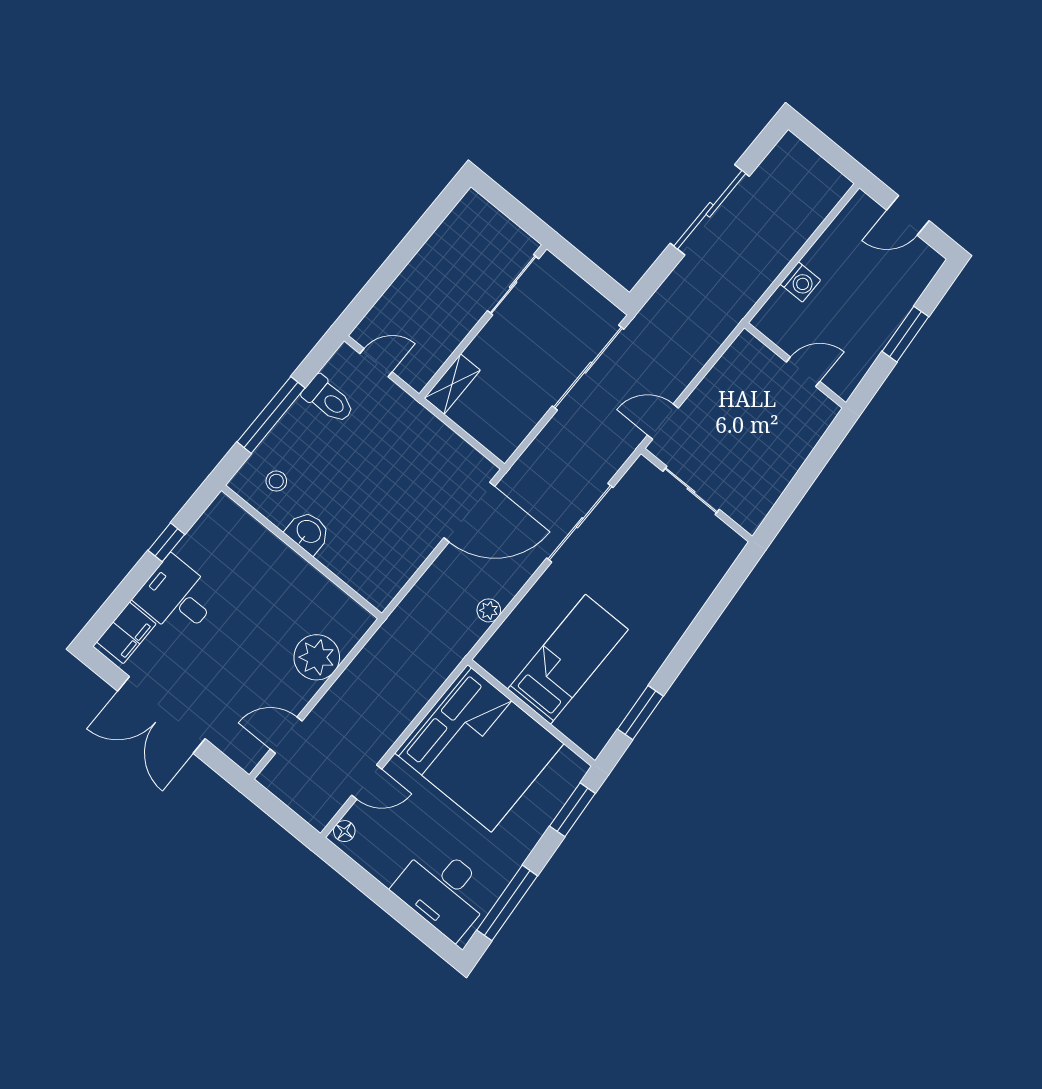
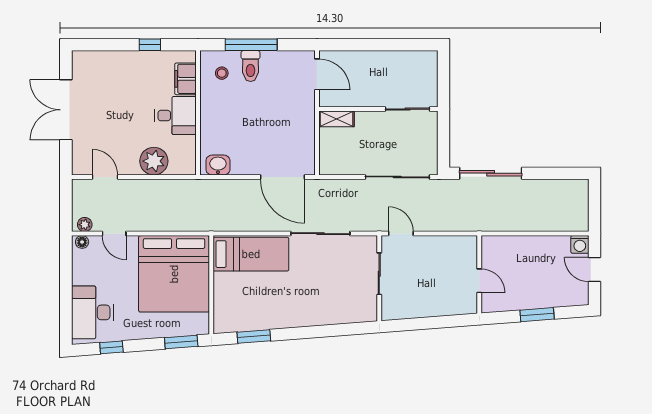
sliding door: (710, 210) -> (491, 173), moved
washing machine: (800, 282) -> (580, 244), moved
door: (376, 363) -> (317, 74), width x1.38
toilet: (329, 399) -> (251, 66), moved
washbasin: (308, 532) -> (218, 165), moved, turned -90
desk: (177, 597) -> (175, 116), moved, turned 90
plant: (489, 610) -> (85, 225), moved
filing cabinet: (126, 633) -> (185, 79), moved, turned 90
bed: (568, 659) -> (251, 254), moved
window: (507, 903) -> (111, 347), width x0.46

